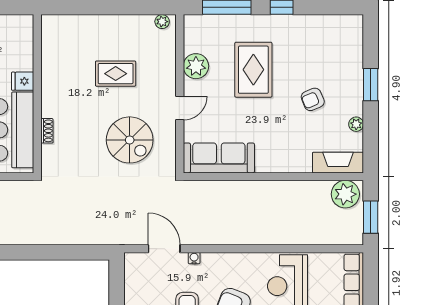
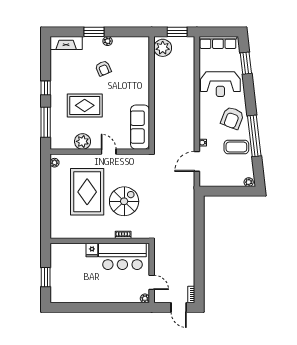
rug: (116, 74) -> (87, 192), width x1.86, depth x2.06
plant: (356, 124) -> (108, 41), moved
spiral stairs: (130, 140) -> (124, 201), moved
fireplace: (338, 163) -> (66, 43), moved, turned -90

